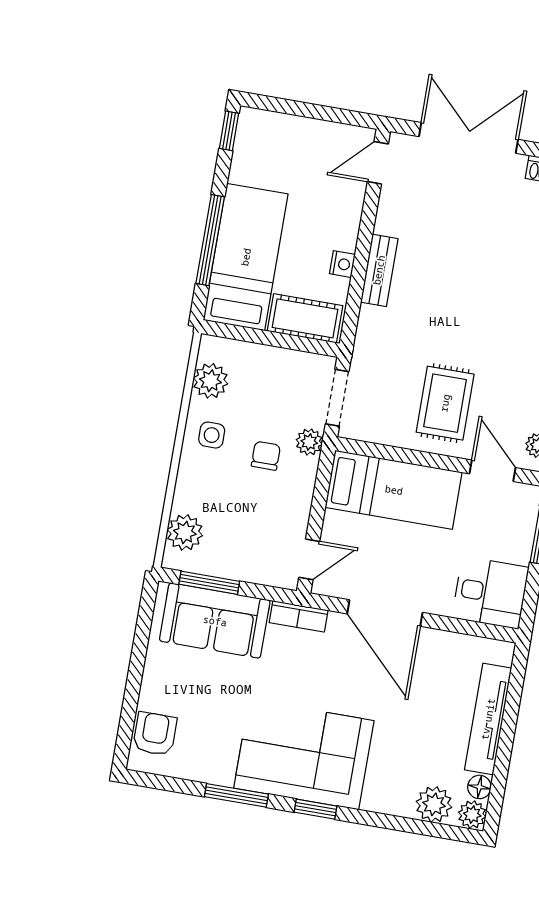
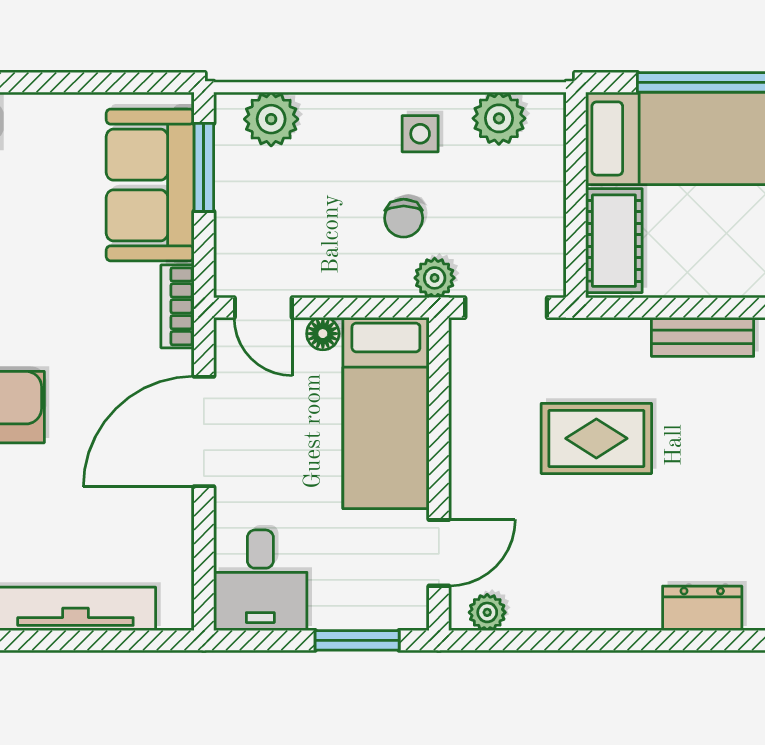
nightstand: (342, 264) -> (703, 281), removed
rug: (445, 403) -> (596, 438), moved
chair: (266, 456) -> (404, 218), turned 90
floor lamp: (333, 523) -> (323, 334), added

